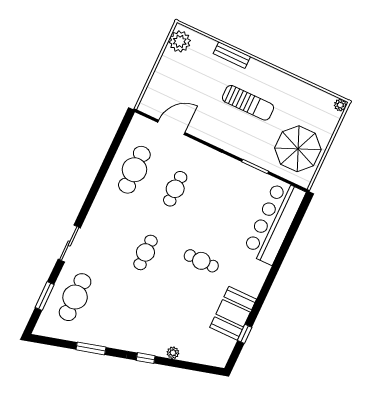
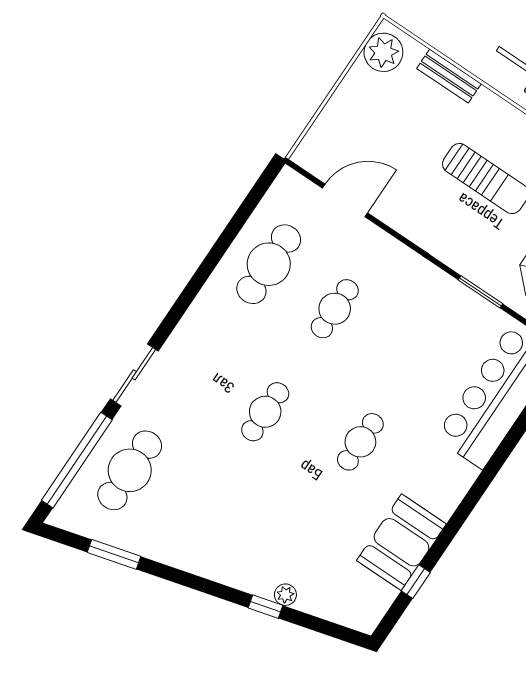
bench: (232, 55) -> (449, 76), moved
cafe table: (201, 261) -> (360, 442), turned 90
window: (45, 296) -> (77, 460), width x2.11
window: (91, 348) -> (114, 554), moved
window: (146, 358) -> (265, 607), moved

